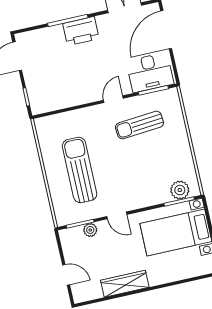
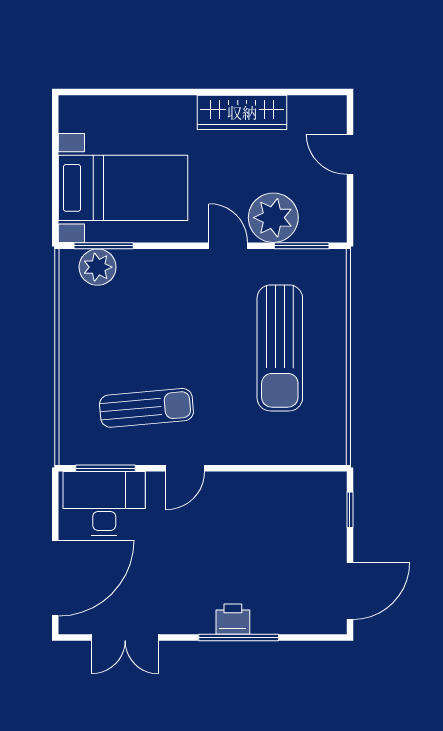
printer: (81, 31) -> (233, 619), width x0.53, depth x0.68
plant: (90, 230) -> (273, 218), width x1.88, depth x1.88

